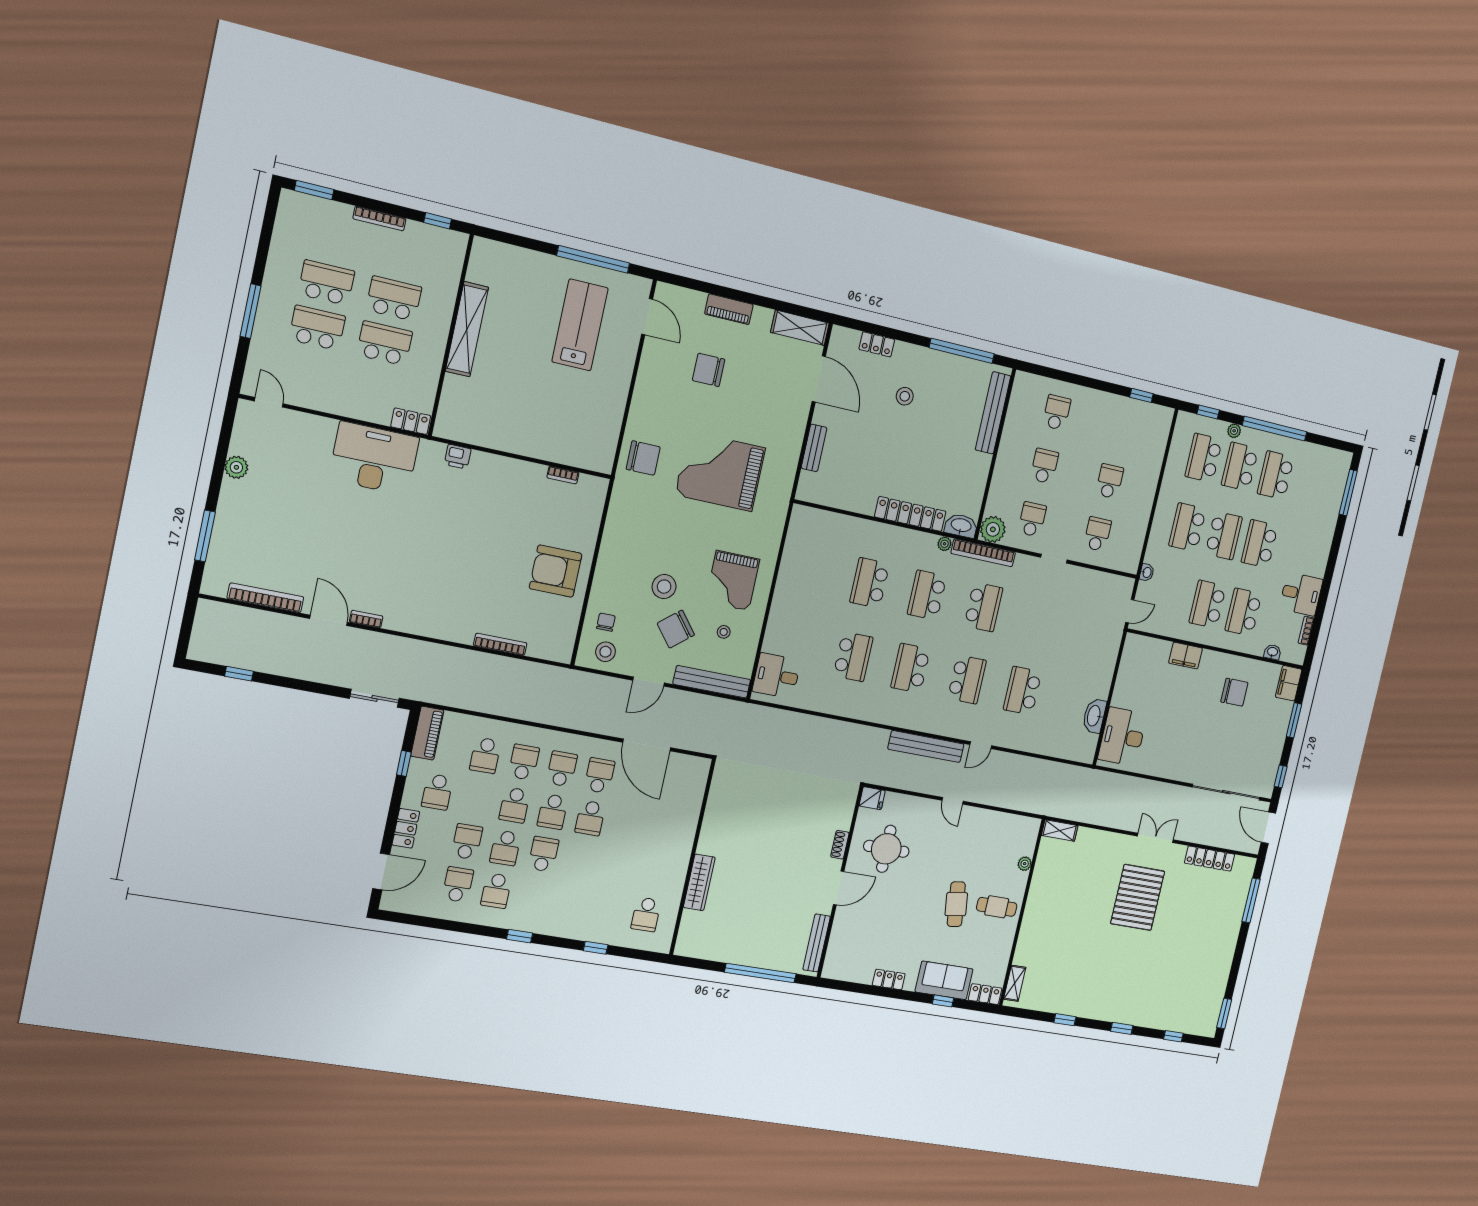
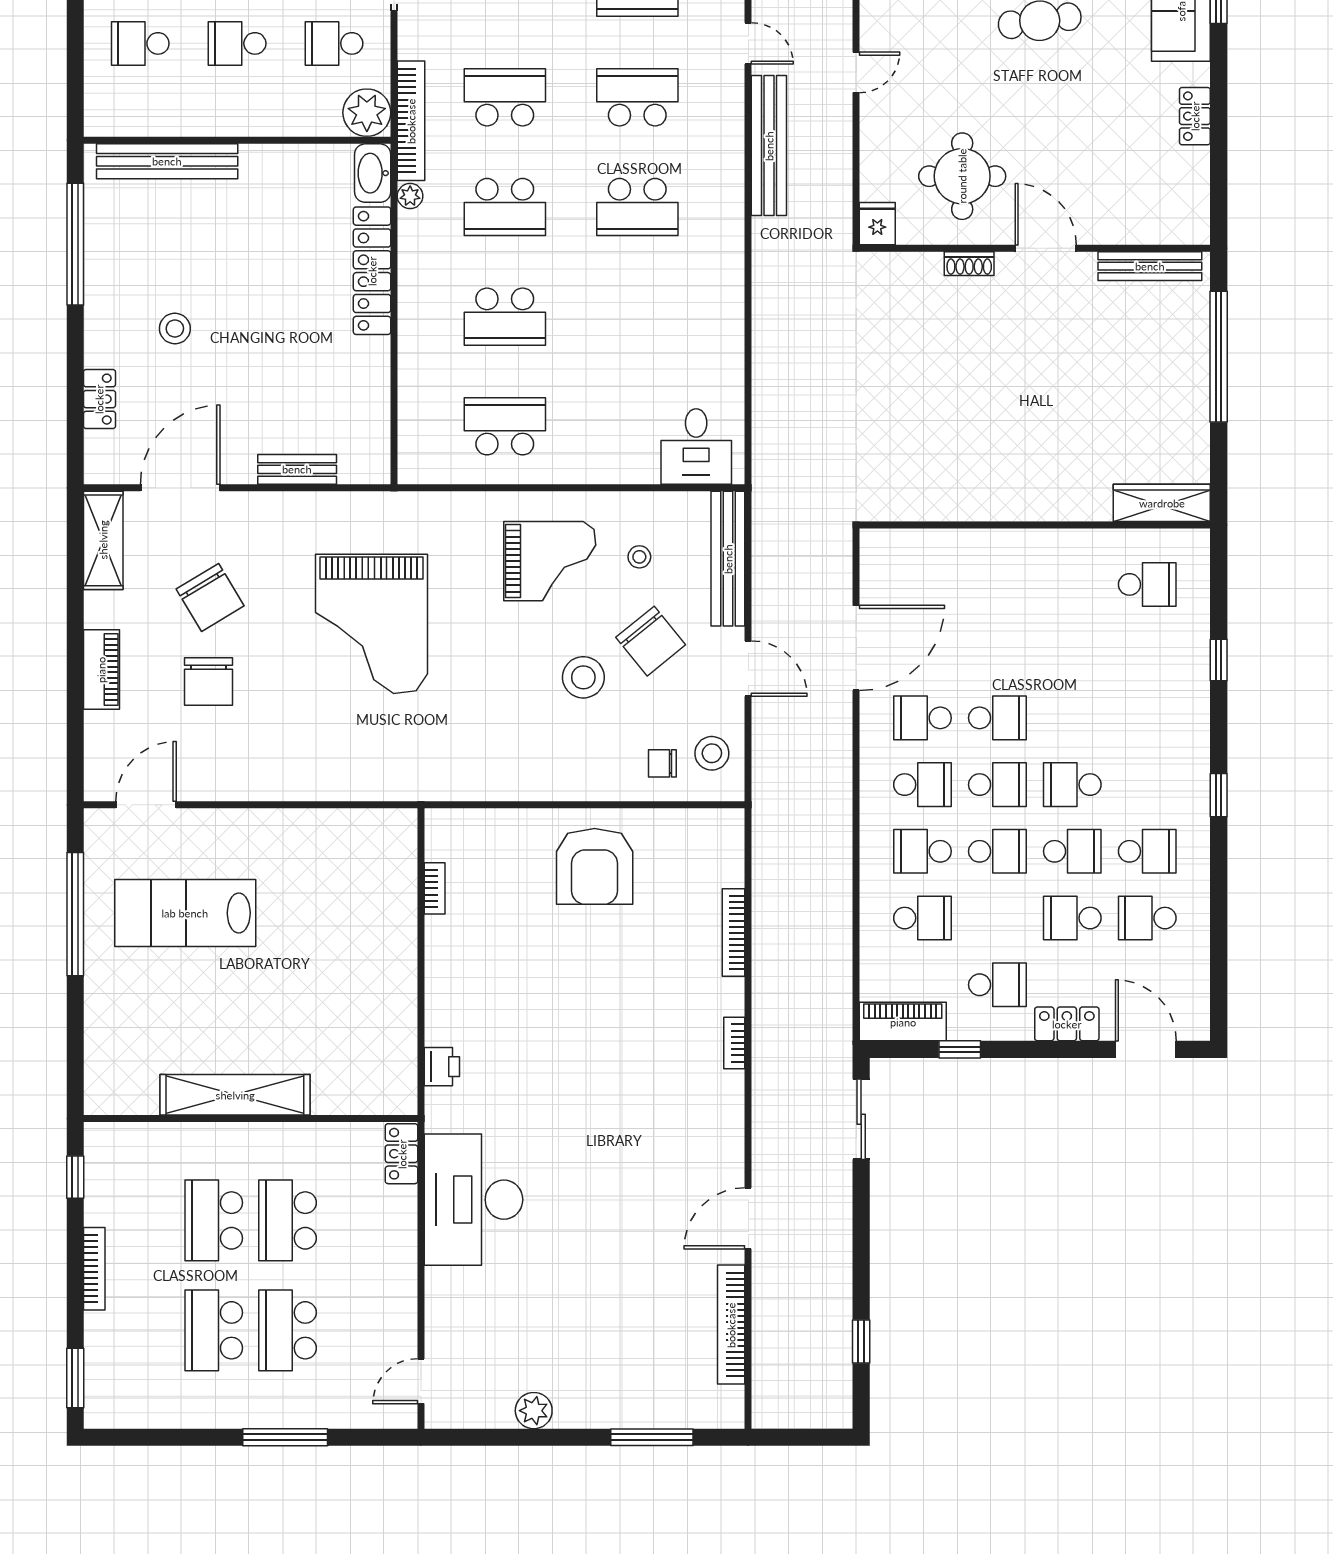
chair: (643, 458) -> (210, 597), moved, turned 149
bookcase: (366, 619) -> (734, 1043), moved
school desk: (853, 657) -> (505, 426), moved
school desk: (562, 769) -> (922, 785), turned 180
wardrobe: (699, 882) -> (1162, 503), moved

